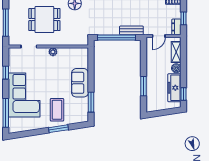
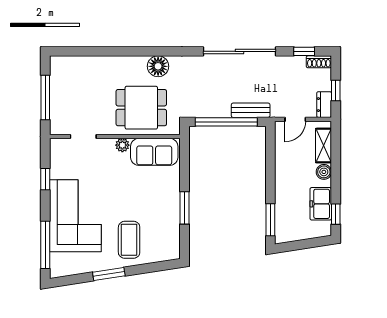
dining table: (44, 20) -> (141, 108), moved
sofa: (80, 83) -> (154, 152), moved, turned -90
window: (144, 86) -> (270, 220), moved
freezer: (174, 88) -> (321, 204), width x0.71
window: (91, 102) -> (184, 208), moved
window: (59, 129) -> (109, 274), moved

